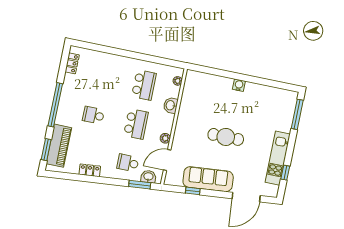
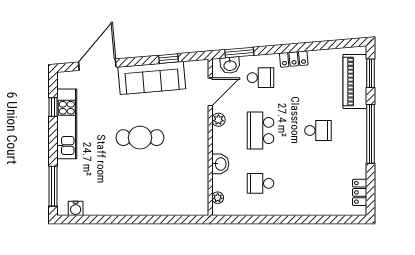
school desk: (144, 85) -> (260, 183), width x0.54
water cooler: (239, 85) -> (76, 208), moved
locker: (90, 170) -> (294, 59), moved

